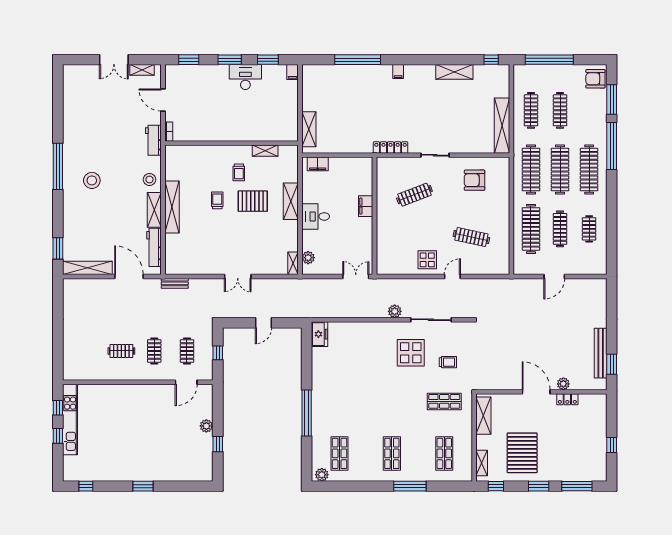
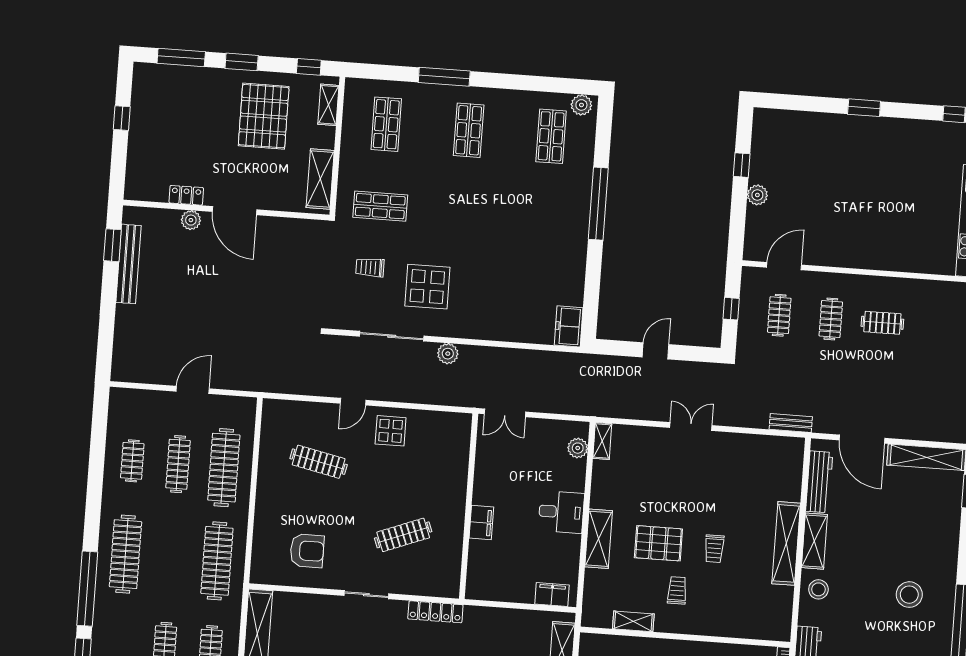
clothes rail: (560, 170) -> (171, 558), removed

